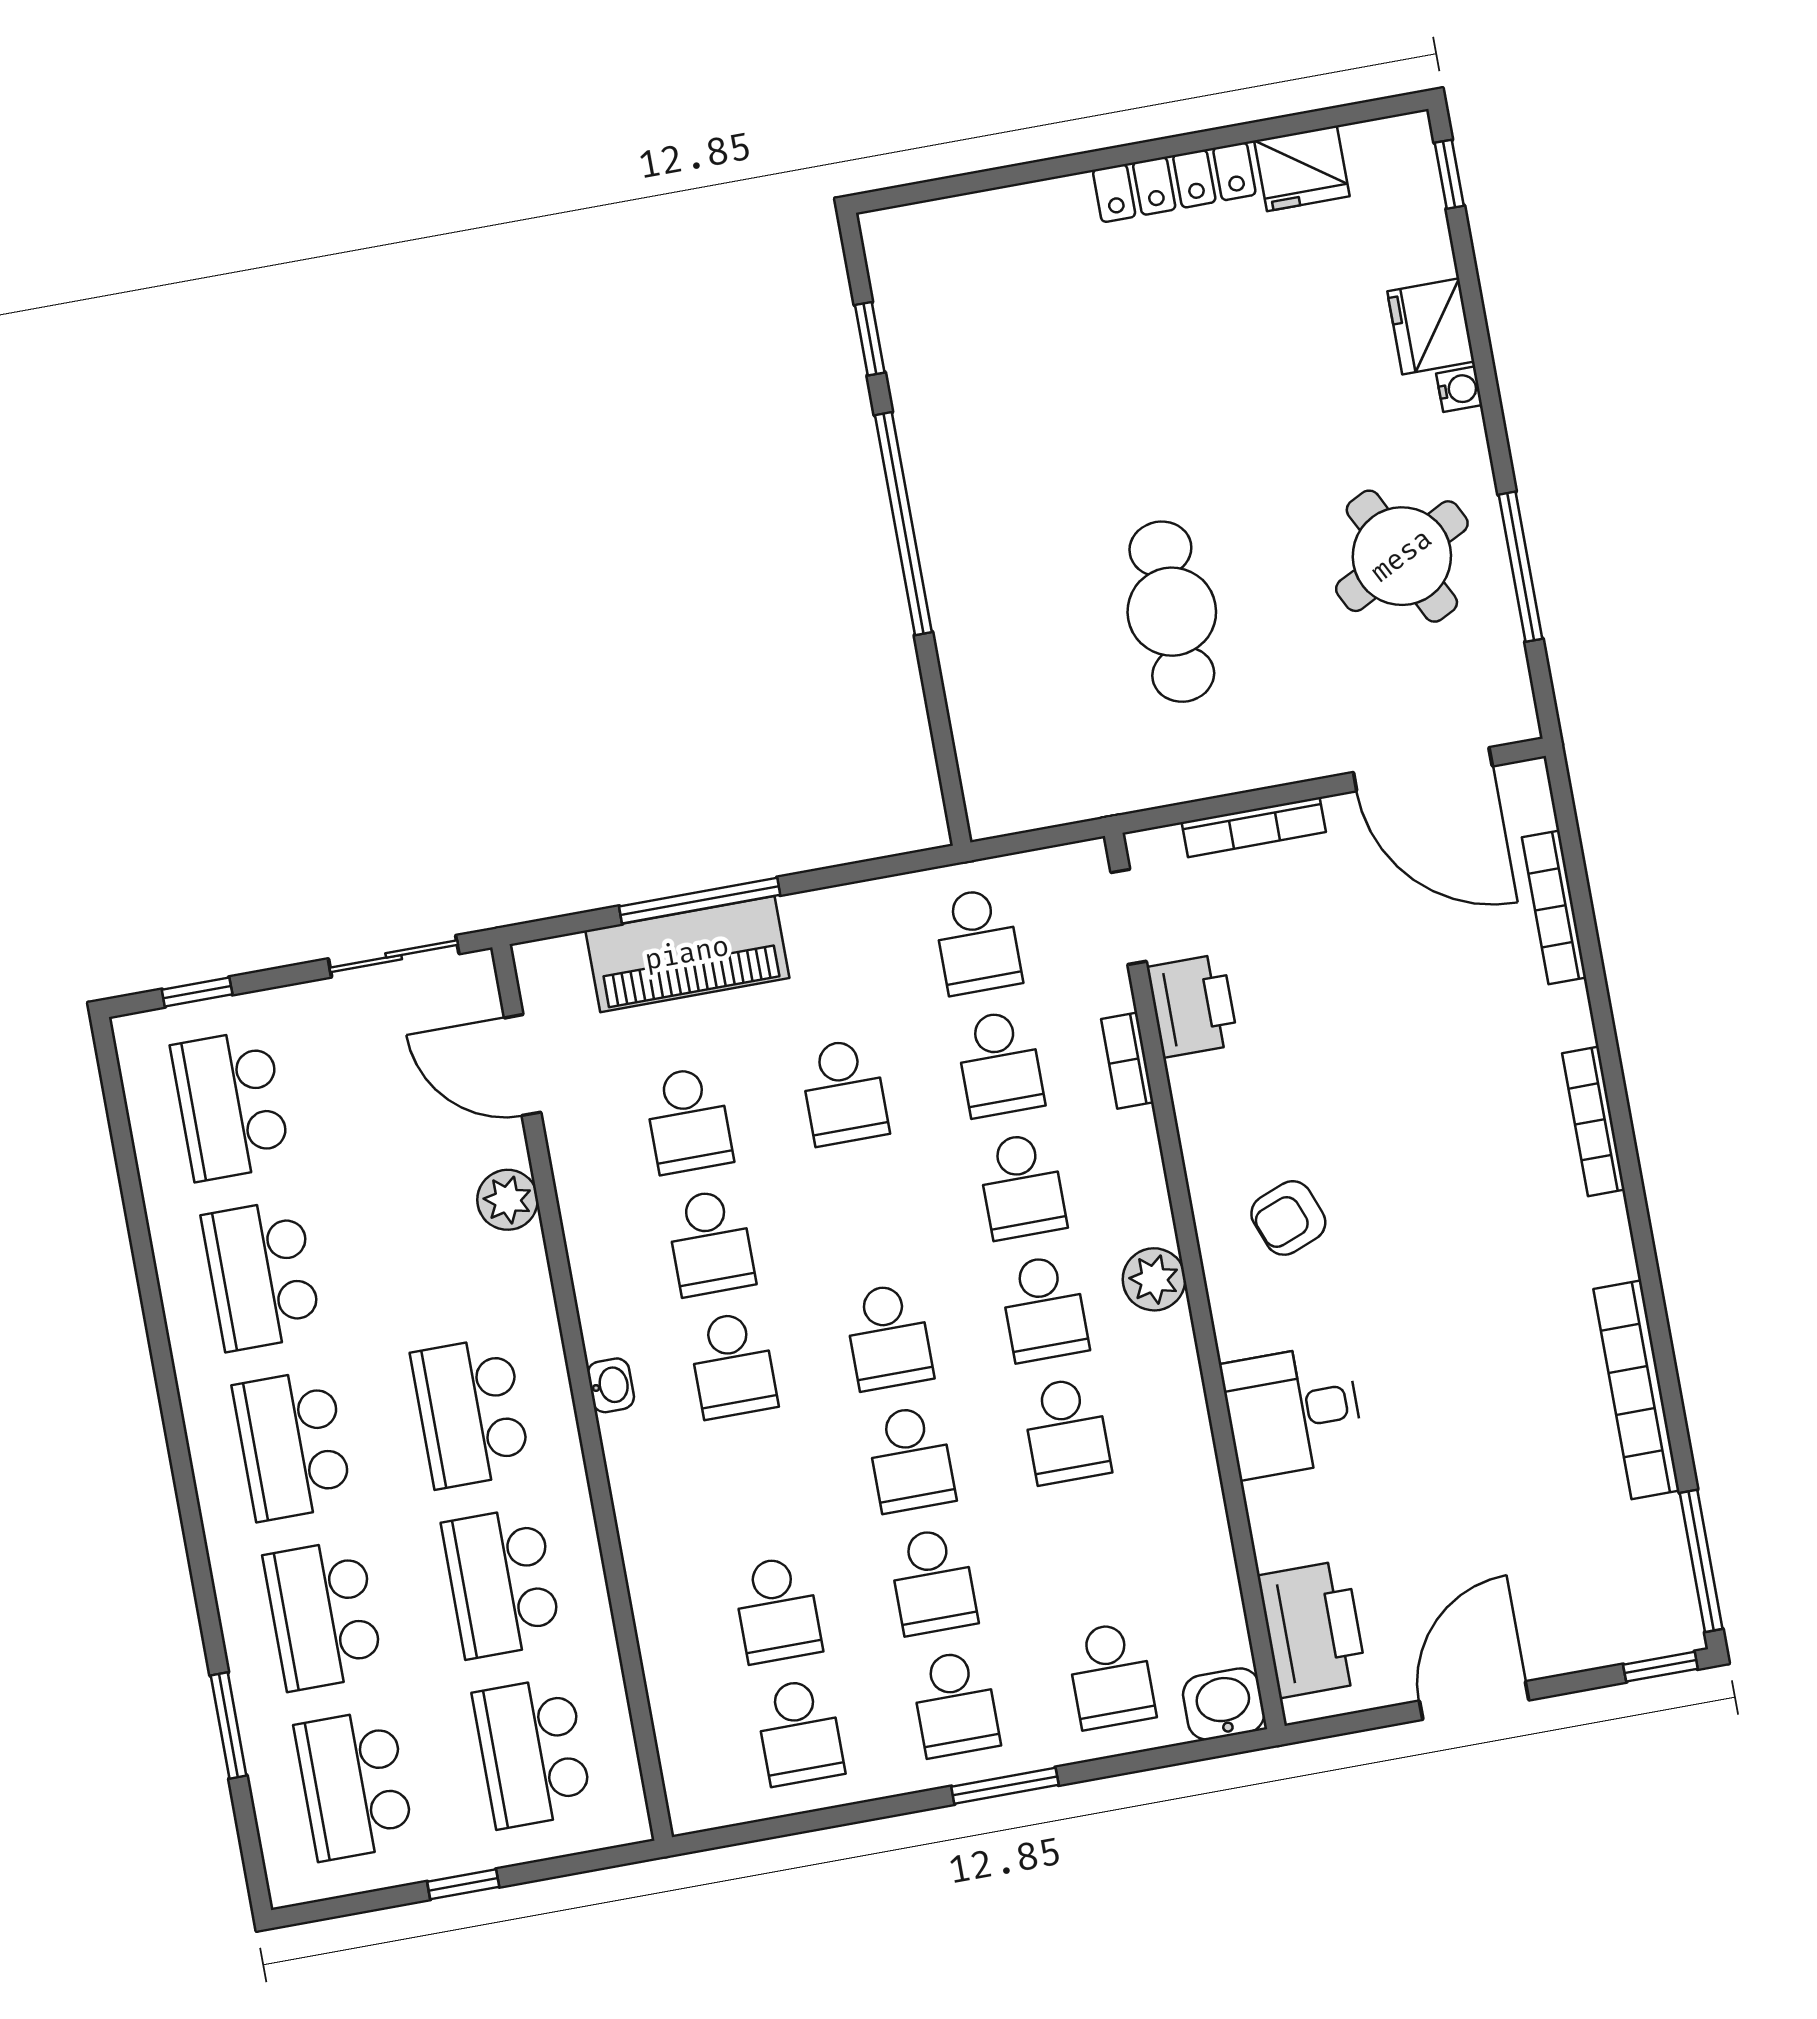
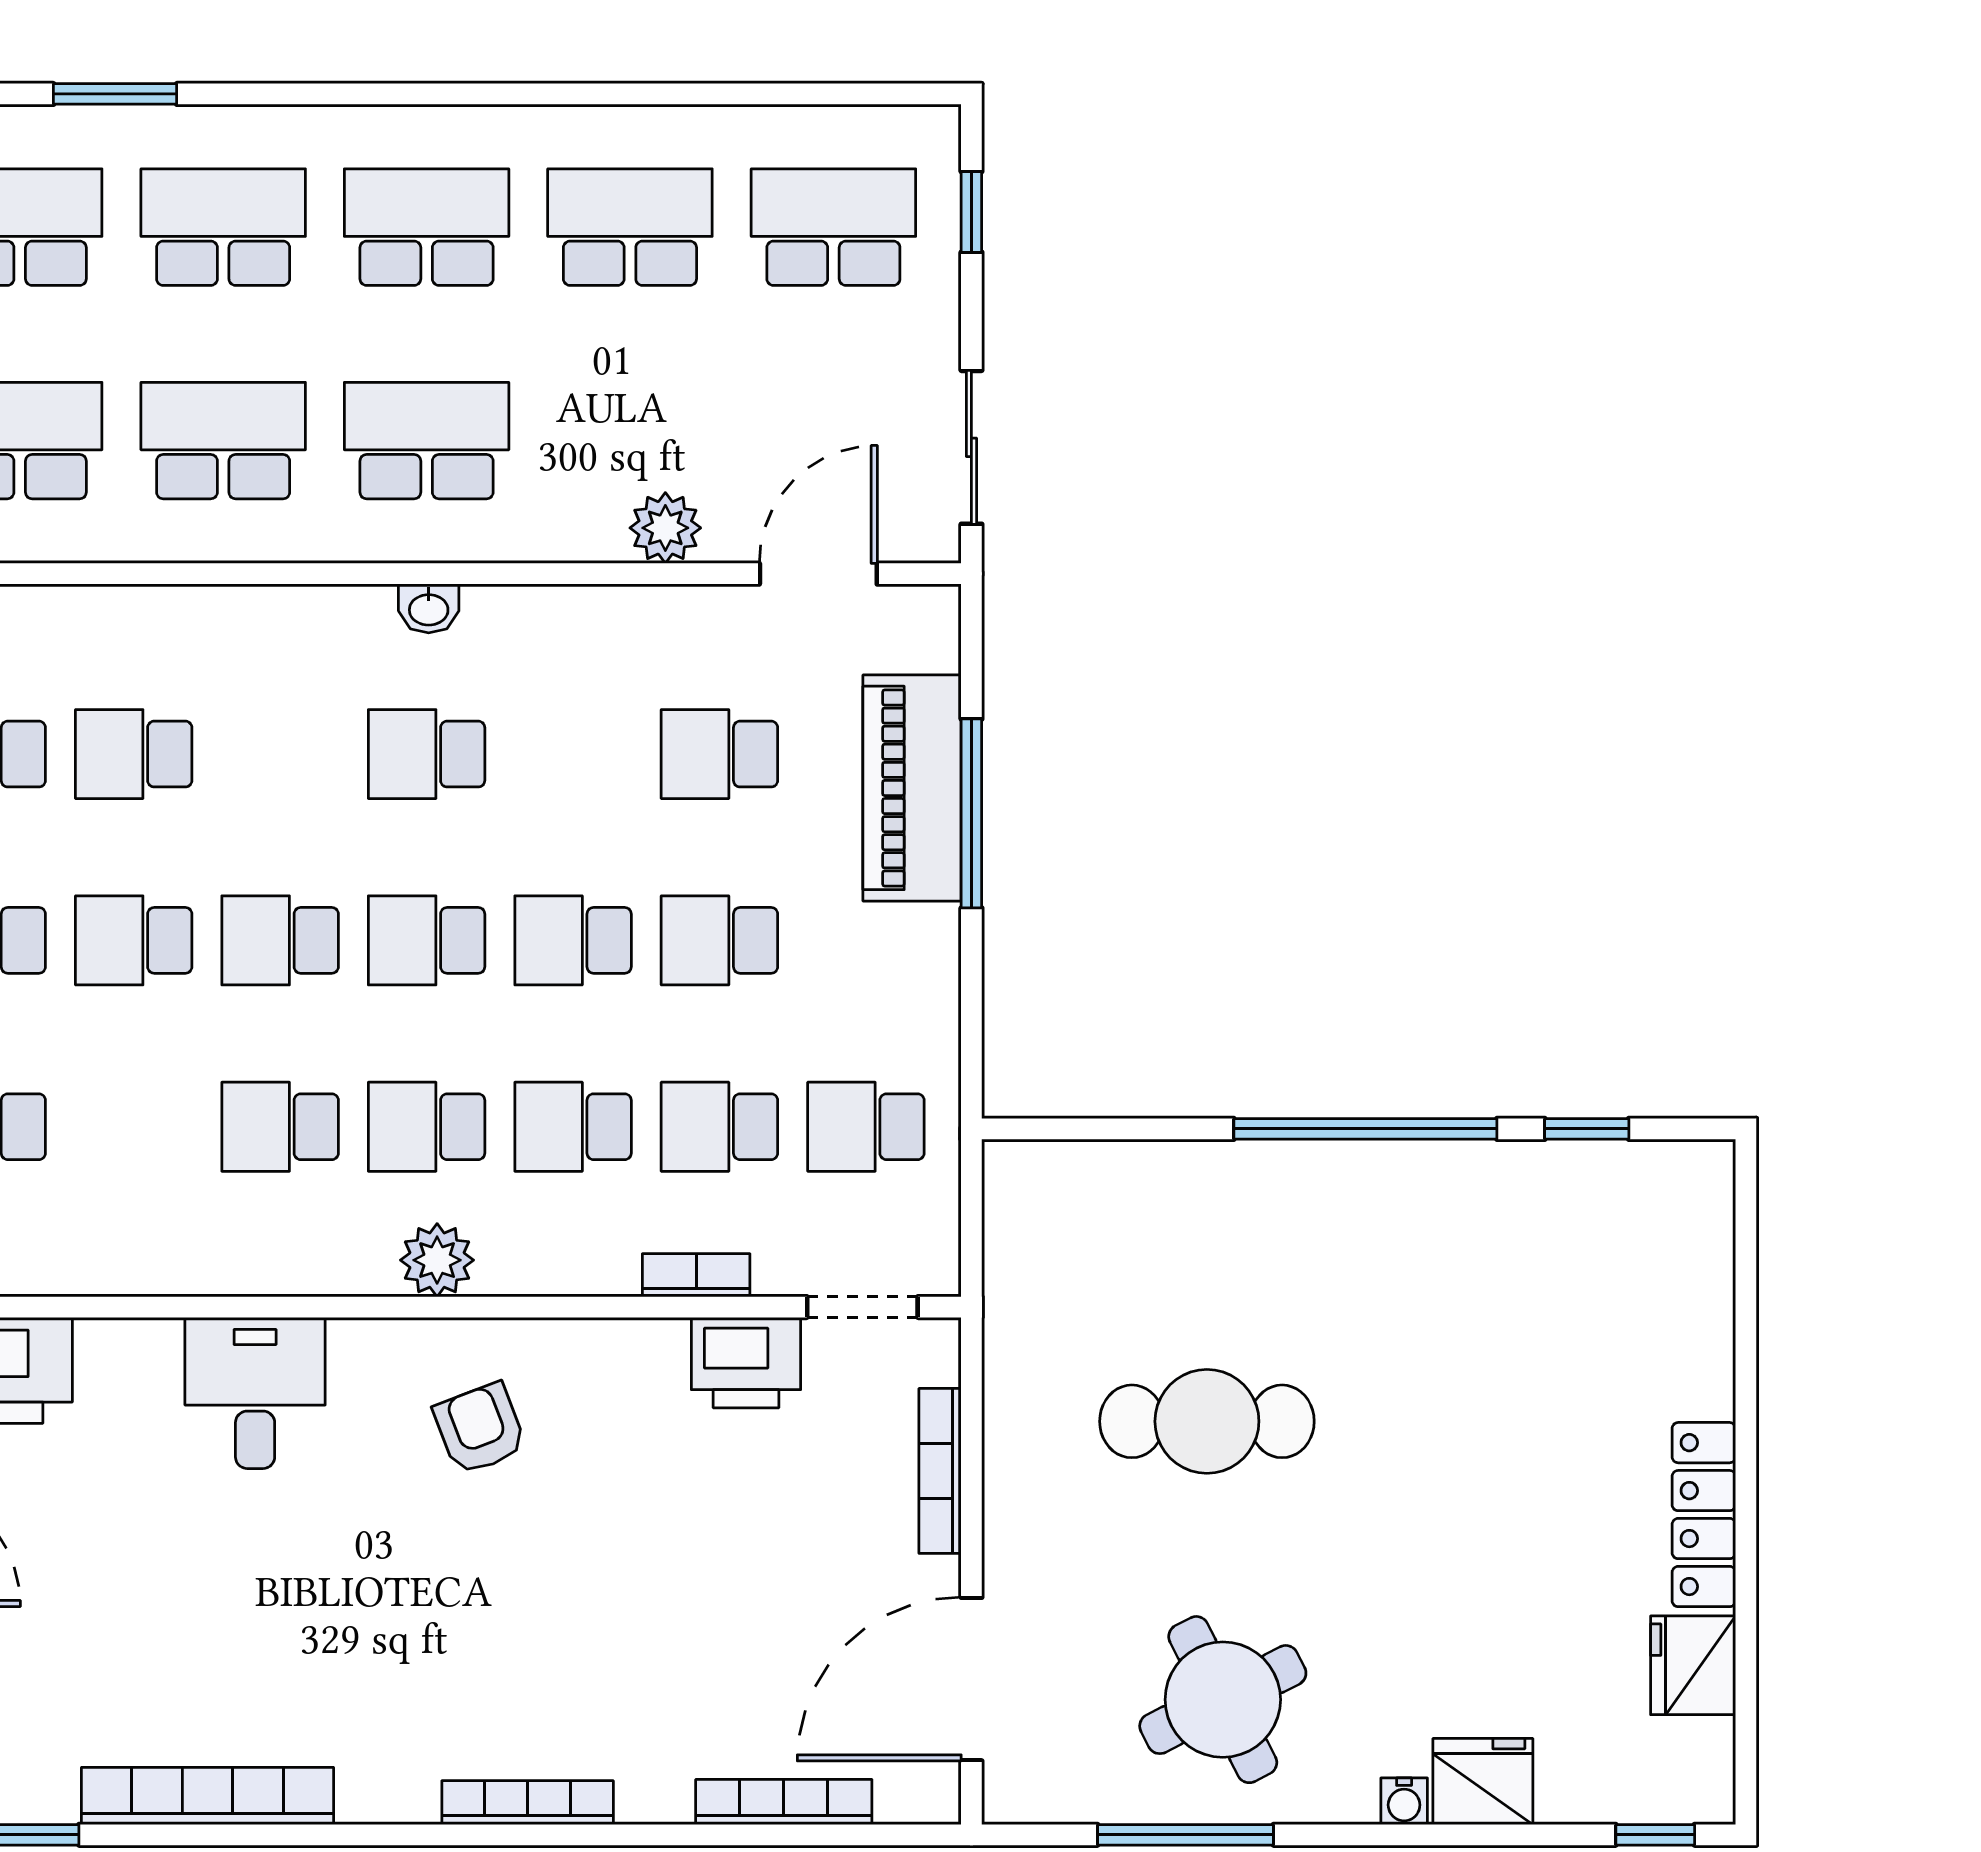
school desk: (711, 1243) -> (573, 940), moved

